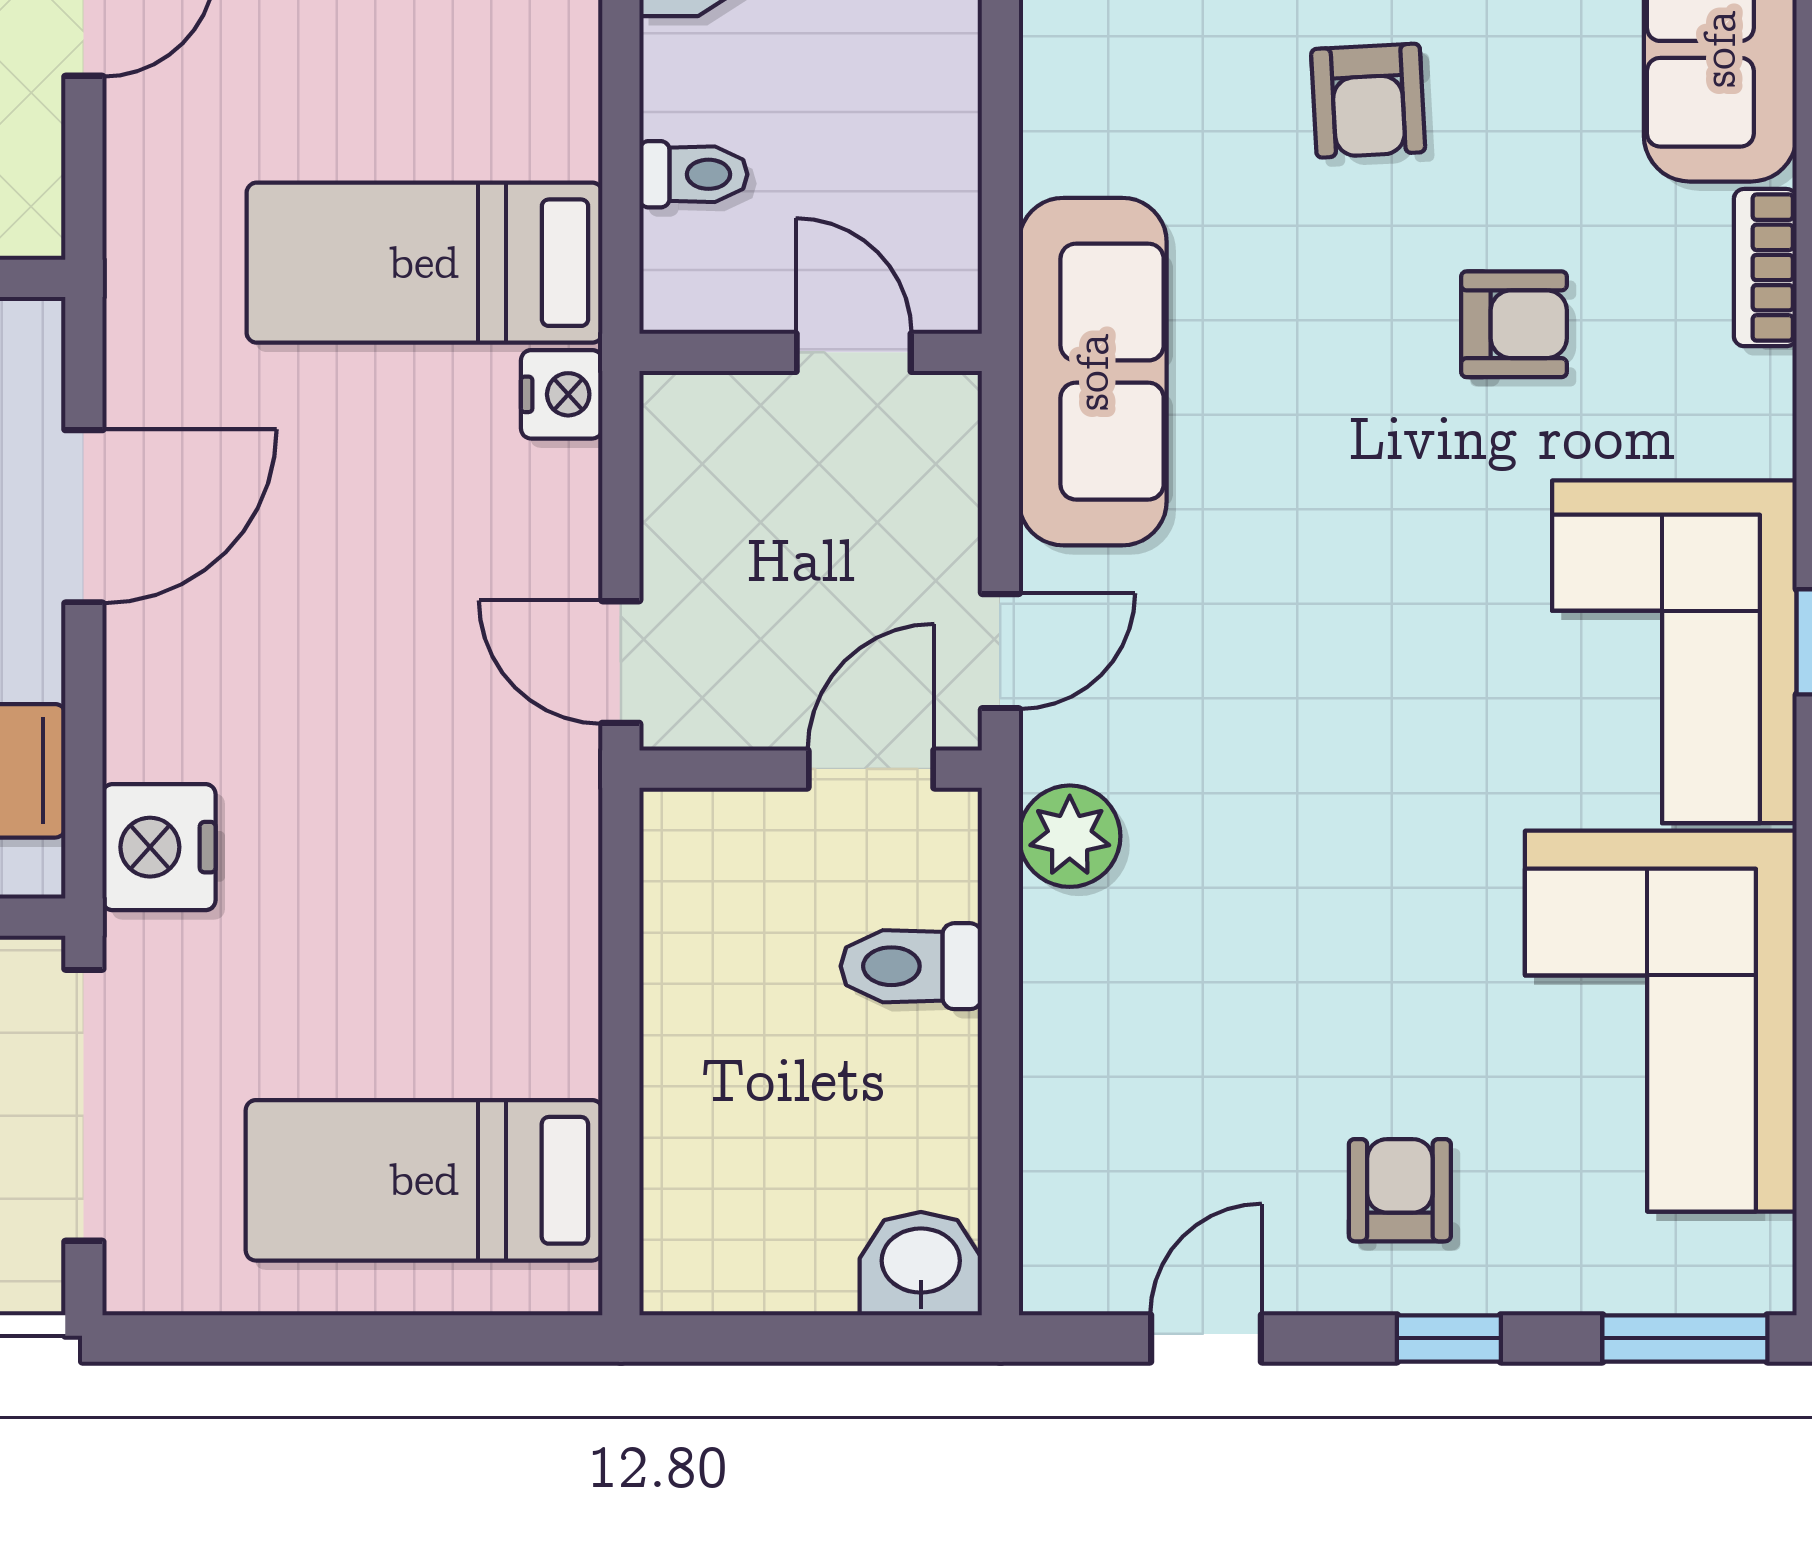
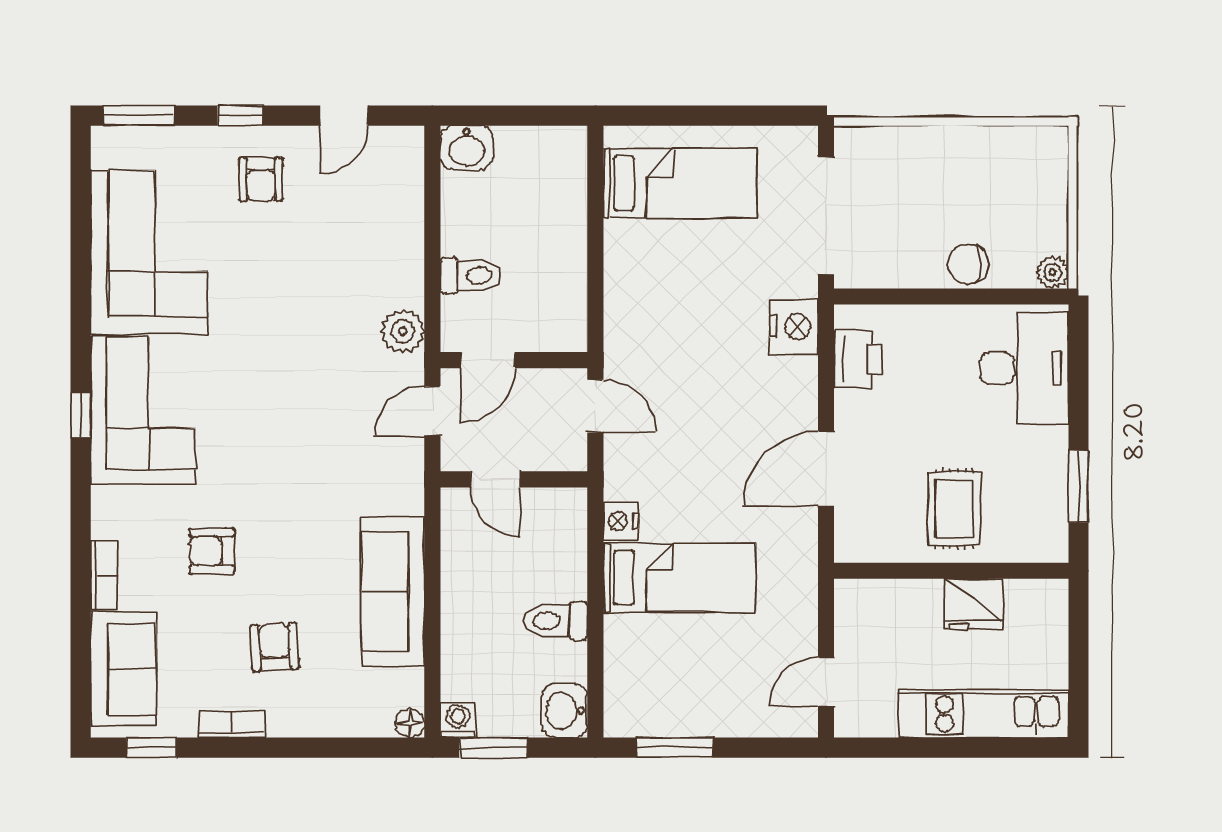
toilet: (693, 174) -> (555, 621), width x1.37, depth x1.39
wall: (811, 352) -> (514, 479), moved
door: (854, 352) -> (495, 479), moved
sofa: (1093, 372) -> (393, 591), moved

